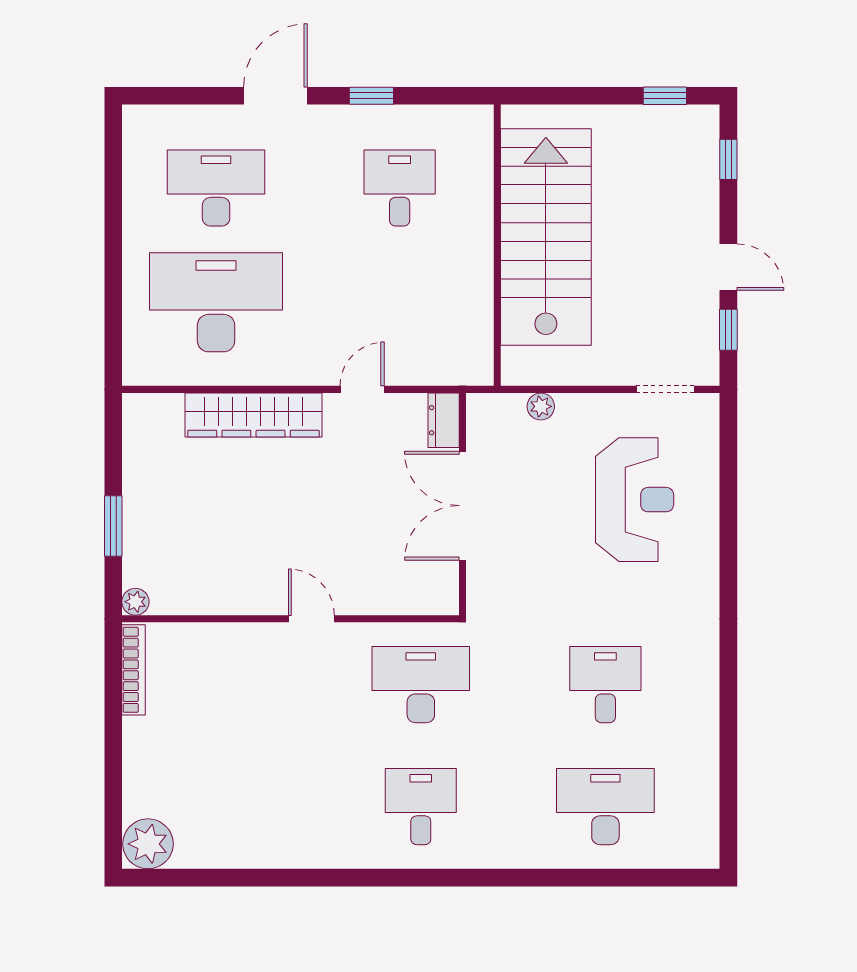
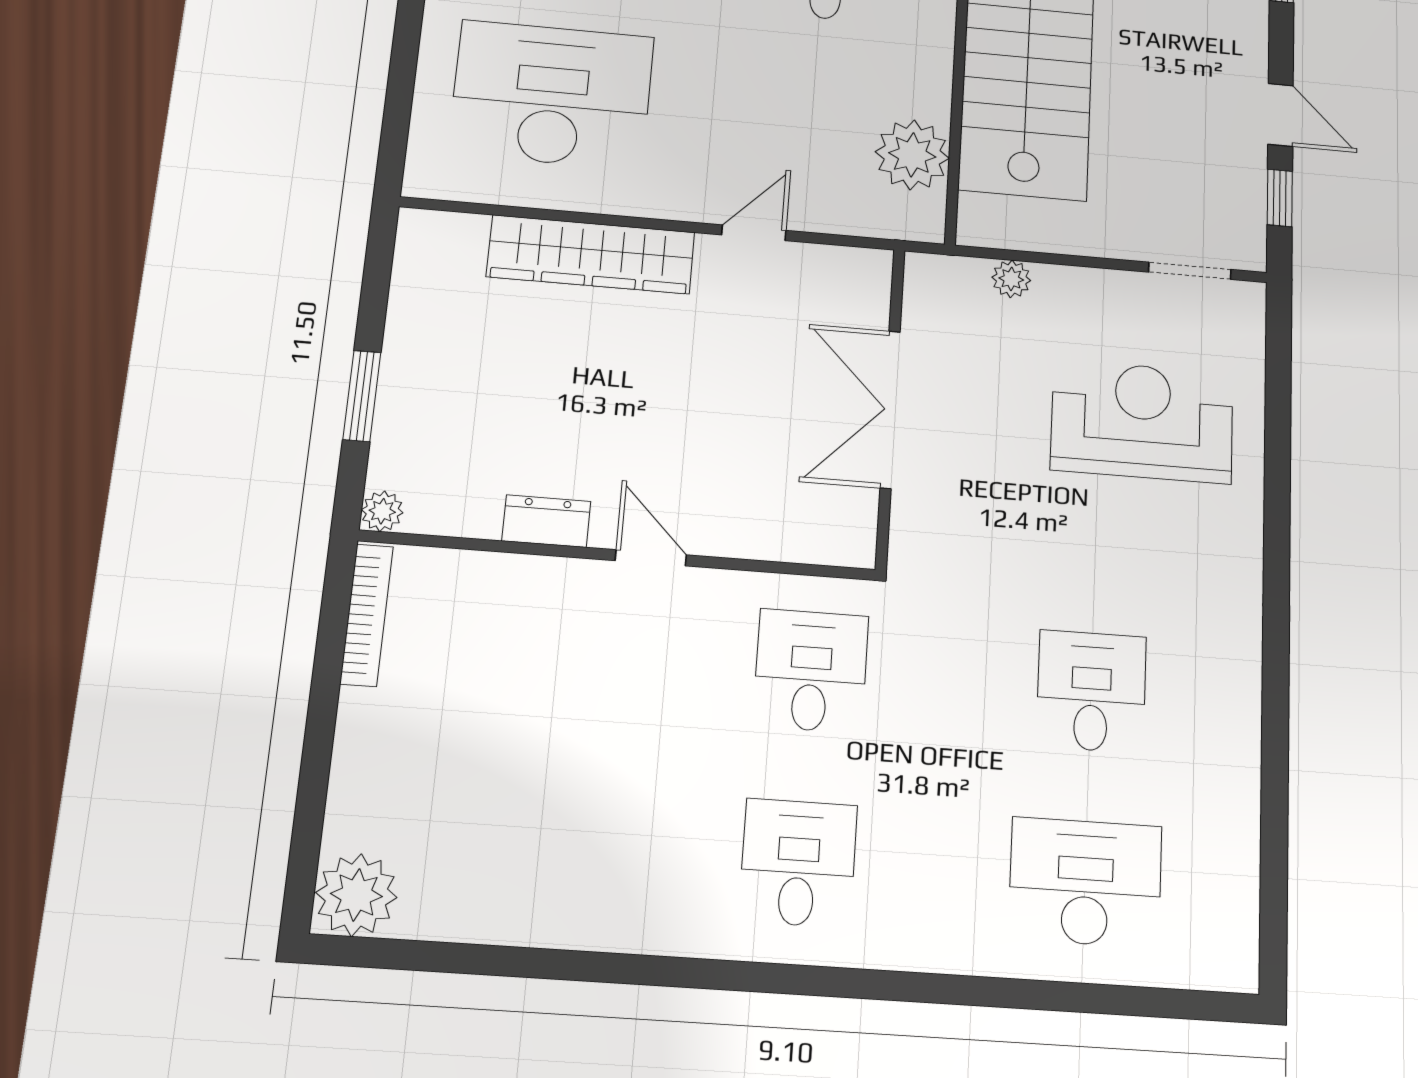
plant: (468, 322) -> (912, 155), added
dresser: (444, 420) -> (546, 521), moved, turned 90
reception desk: (635, 500) -> (1142, 421), turned -90
desk: (421, 685) -> (811, 671), width x0.73

